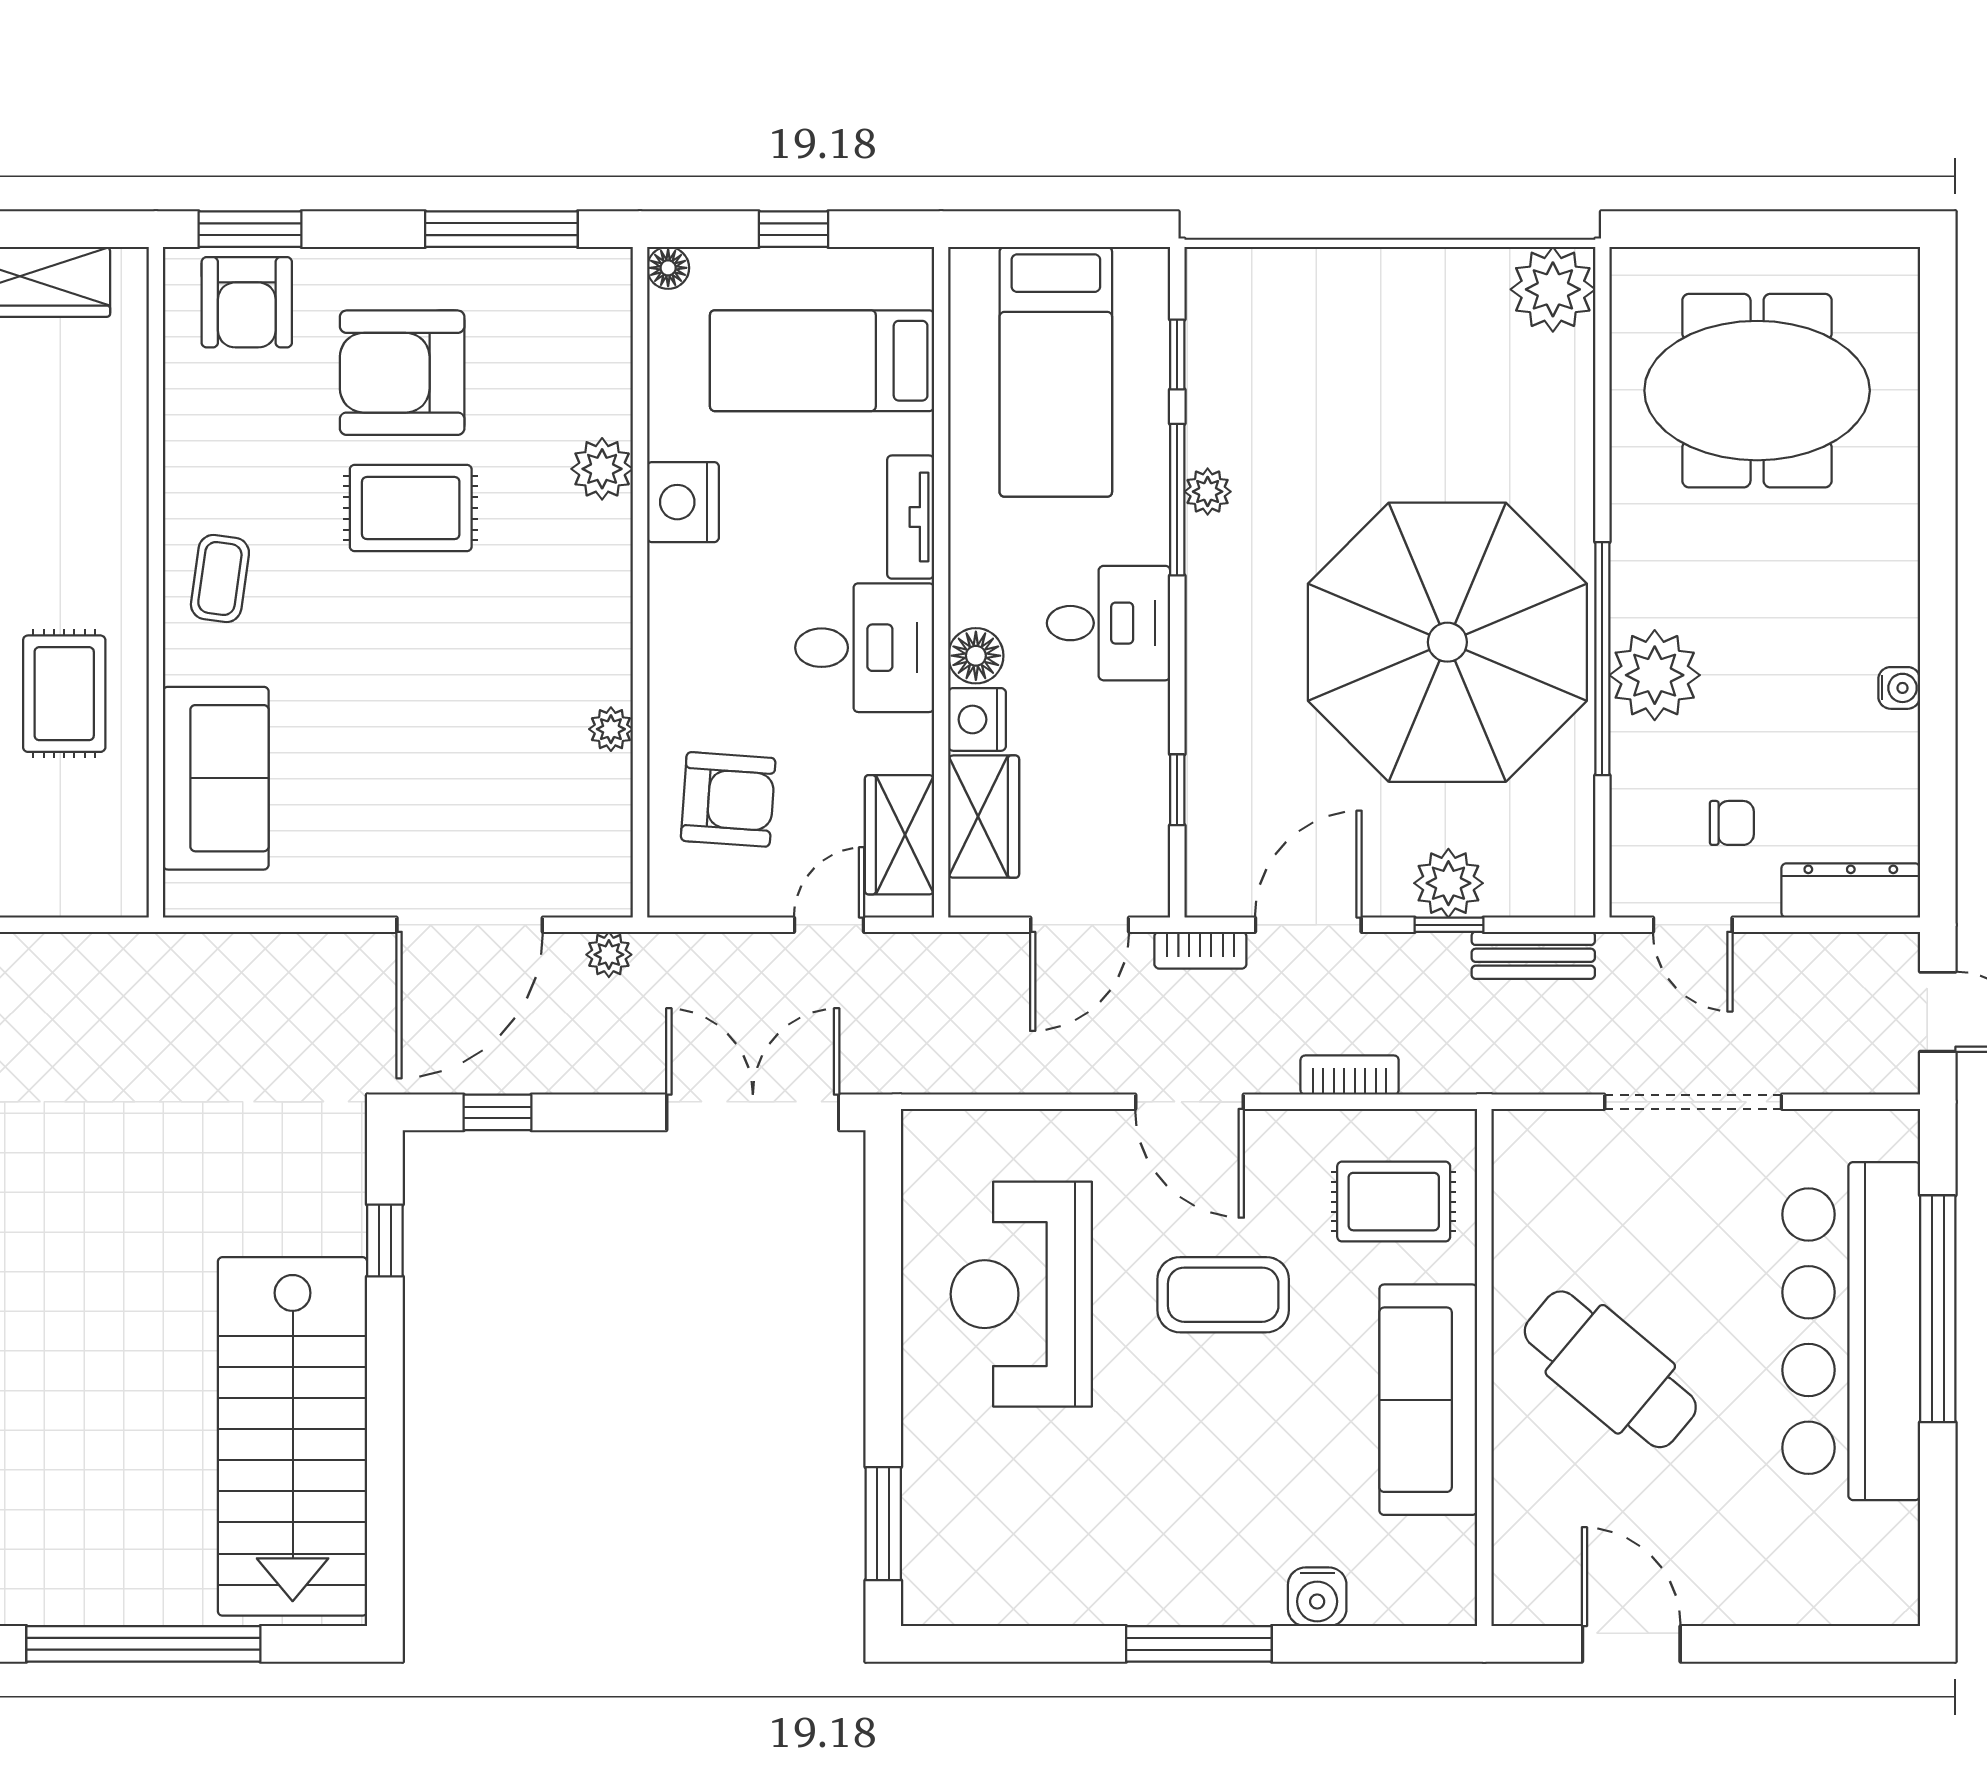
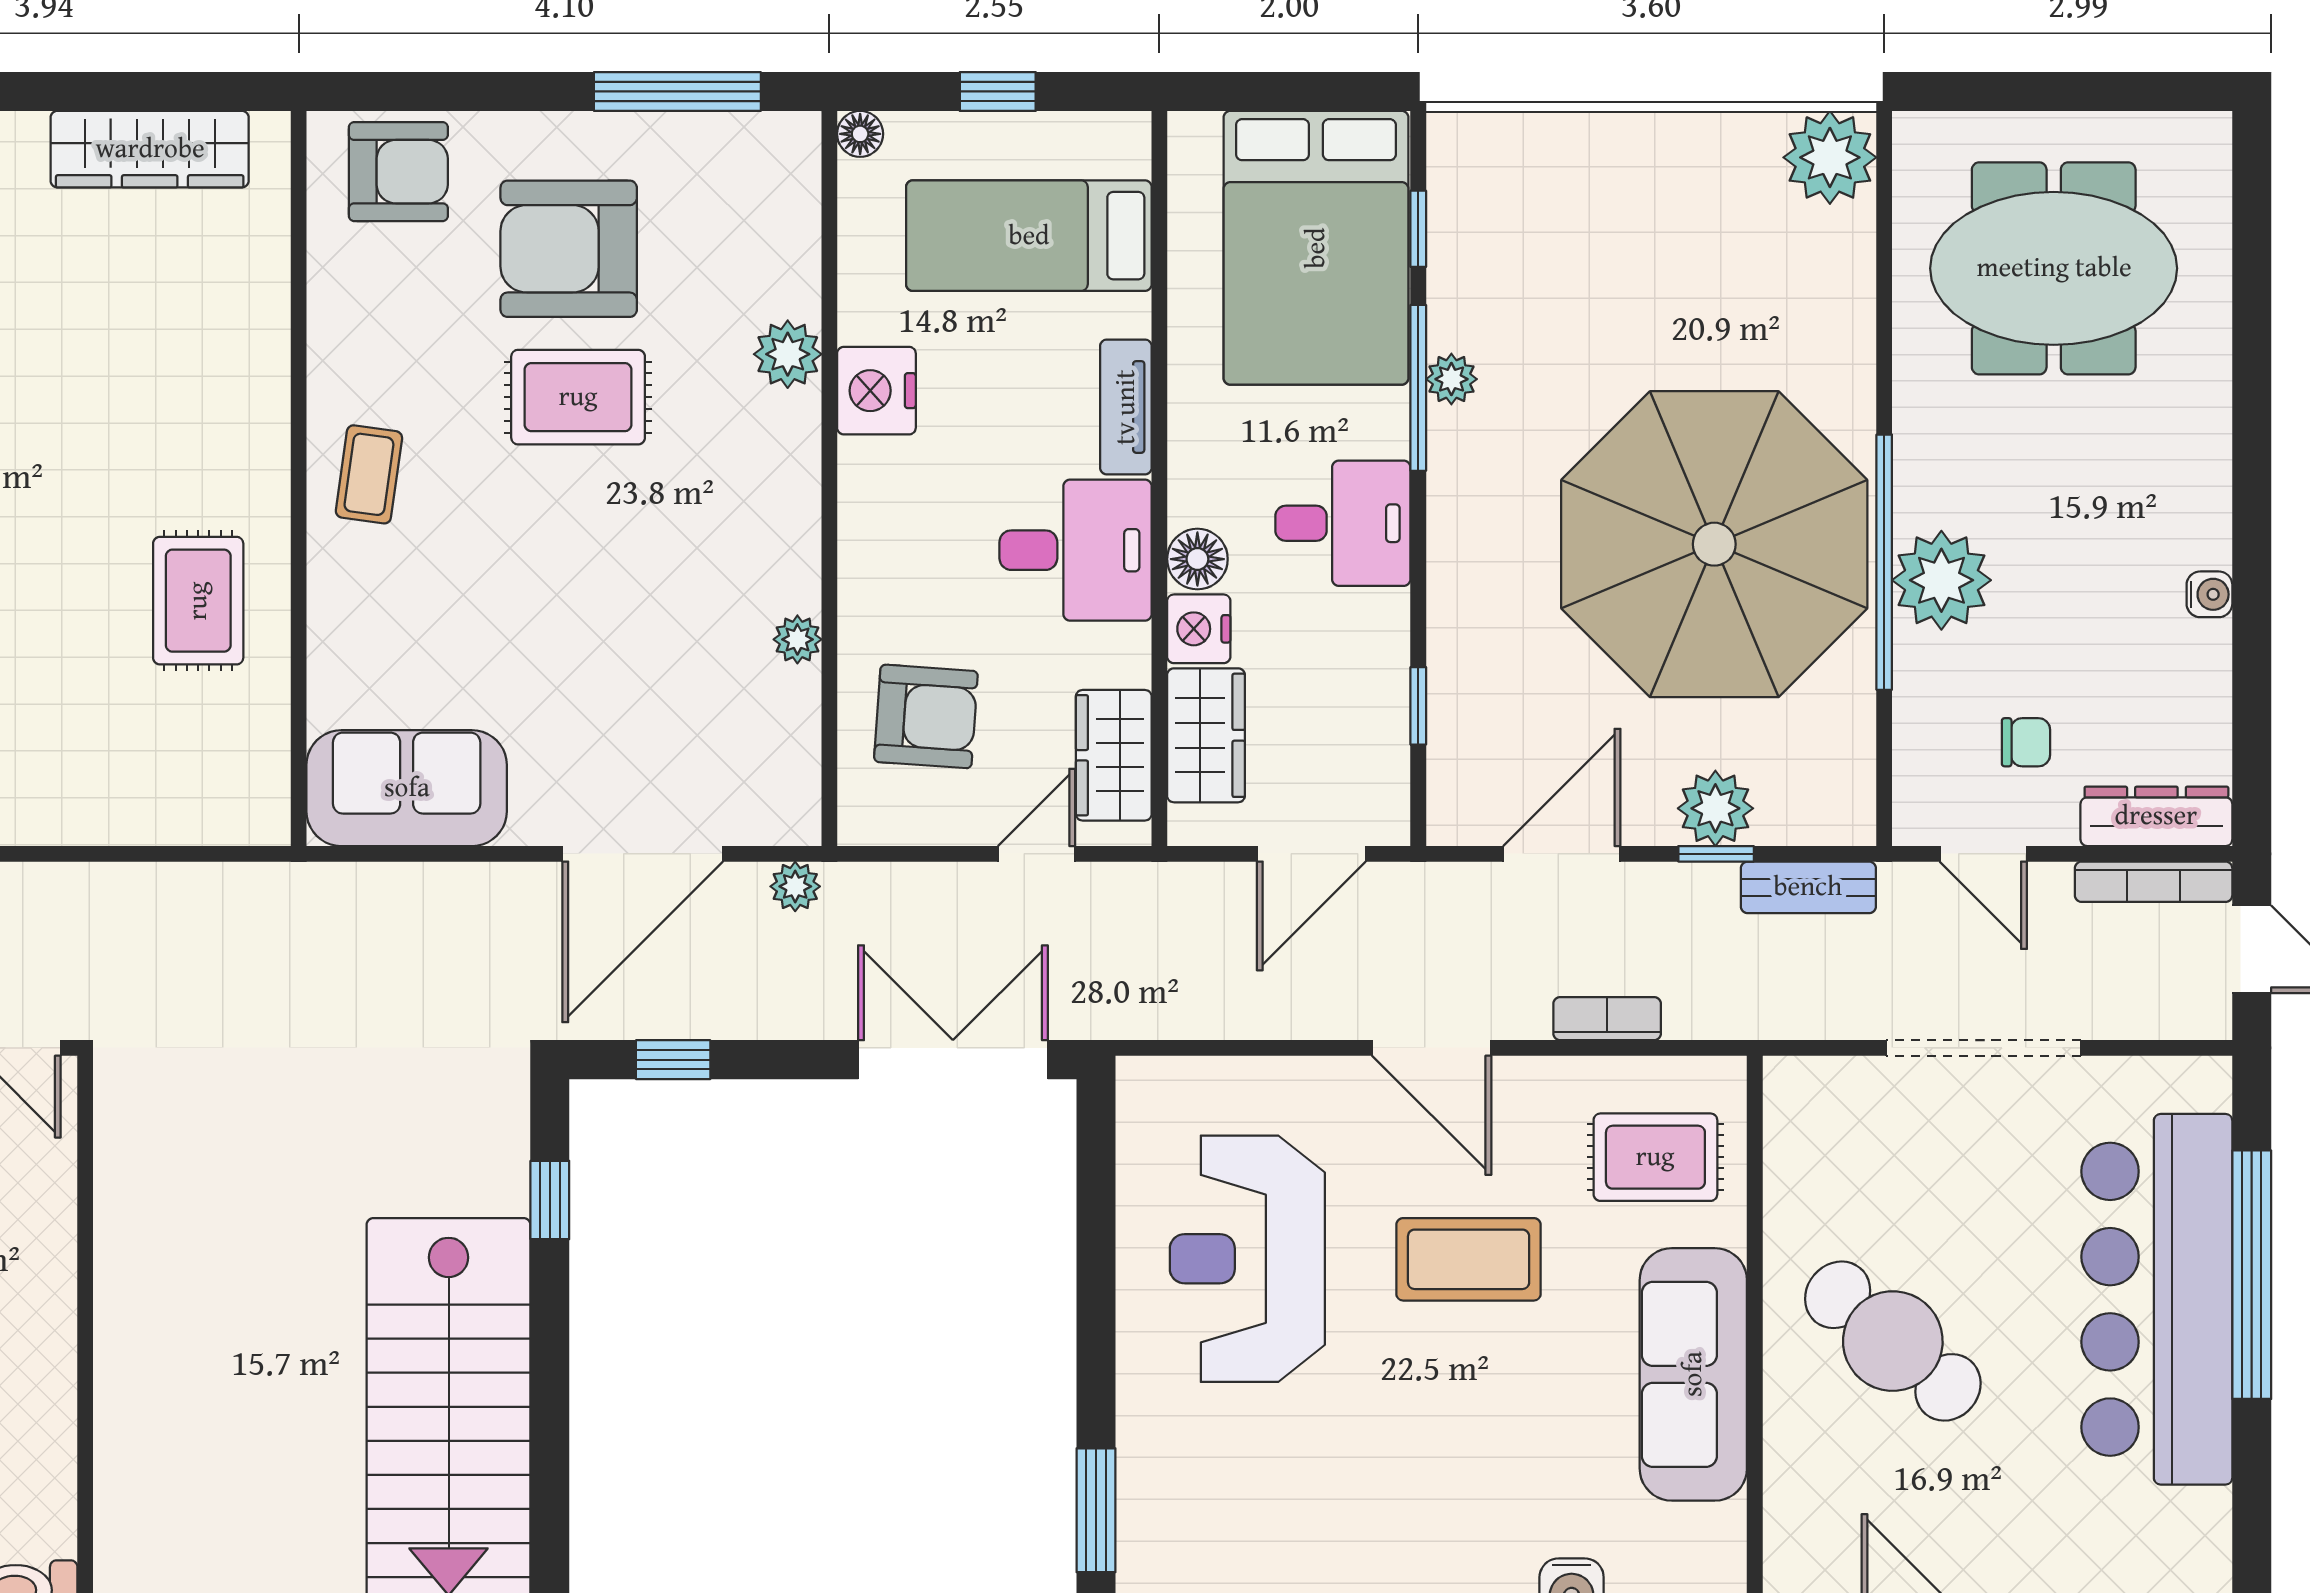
window: (250, 229) -> (402, 91), removed
armchair: (247, 302) -> (398, 172), turned -90
bed: (1056, 372) -> (1316, 248), width x1.50
sofa: (216, 778) -> (407, 788), moved, turned -90
bookcase: (1200, 950) -> (2154, 882), moved, width x1.56

